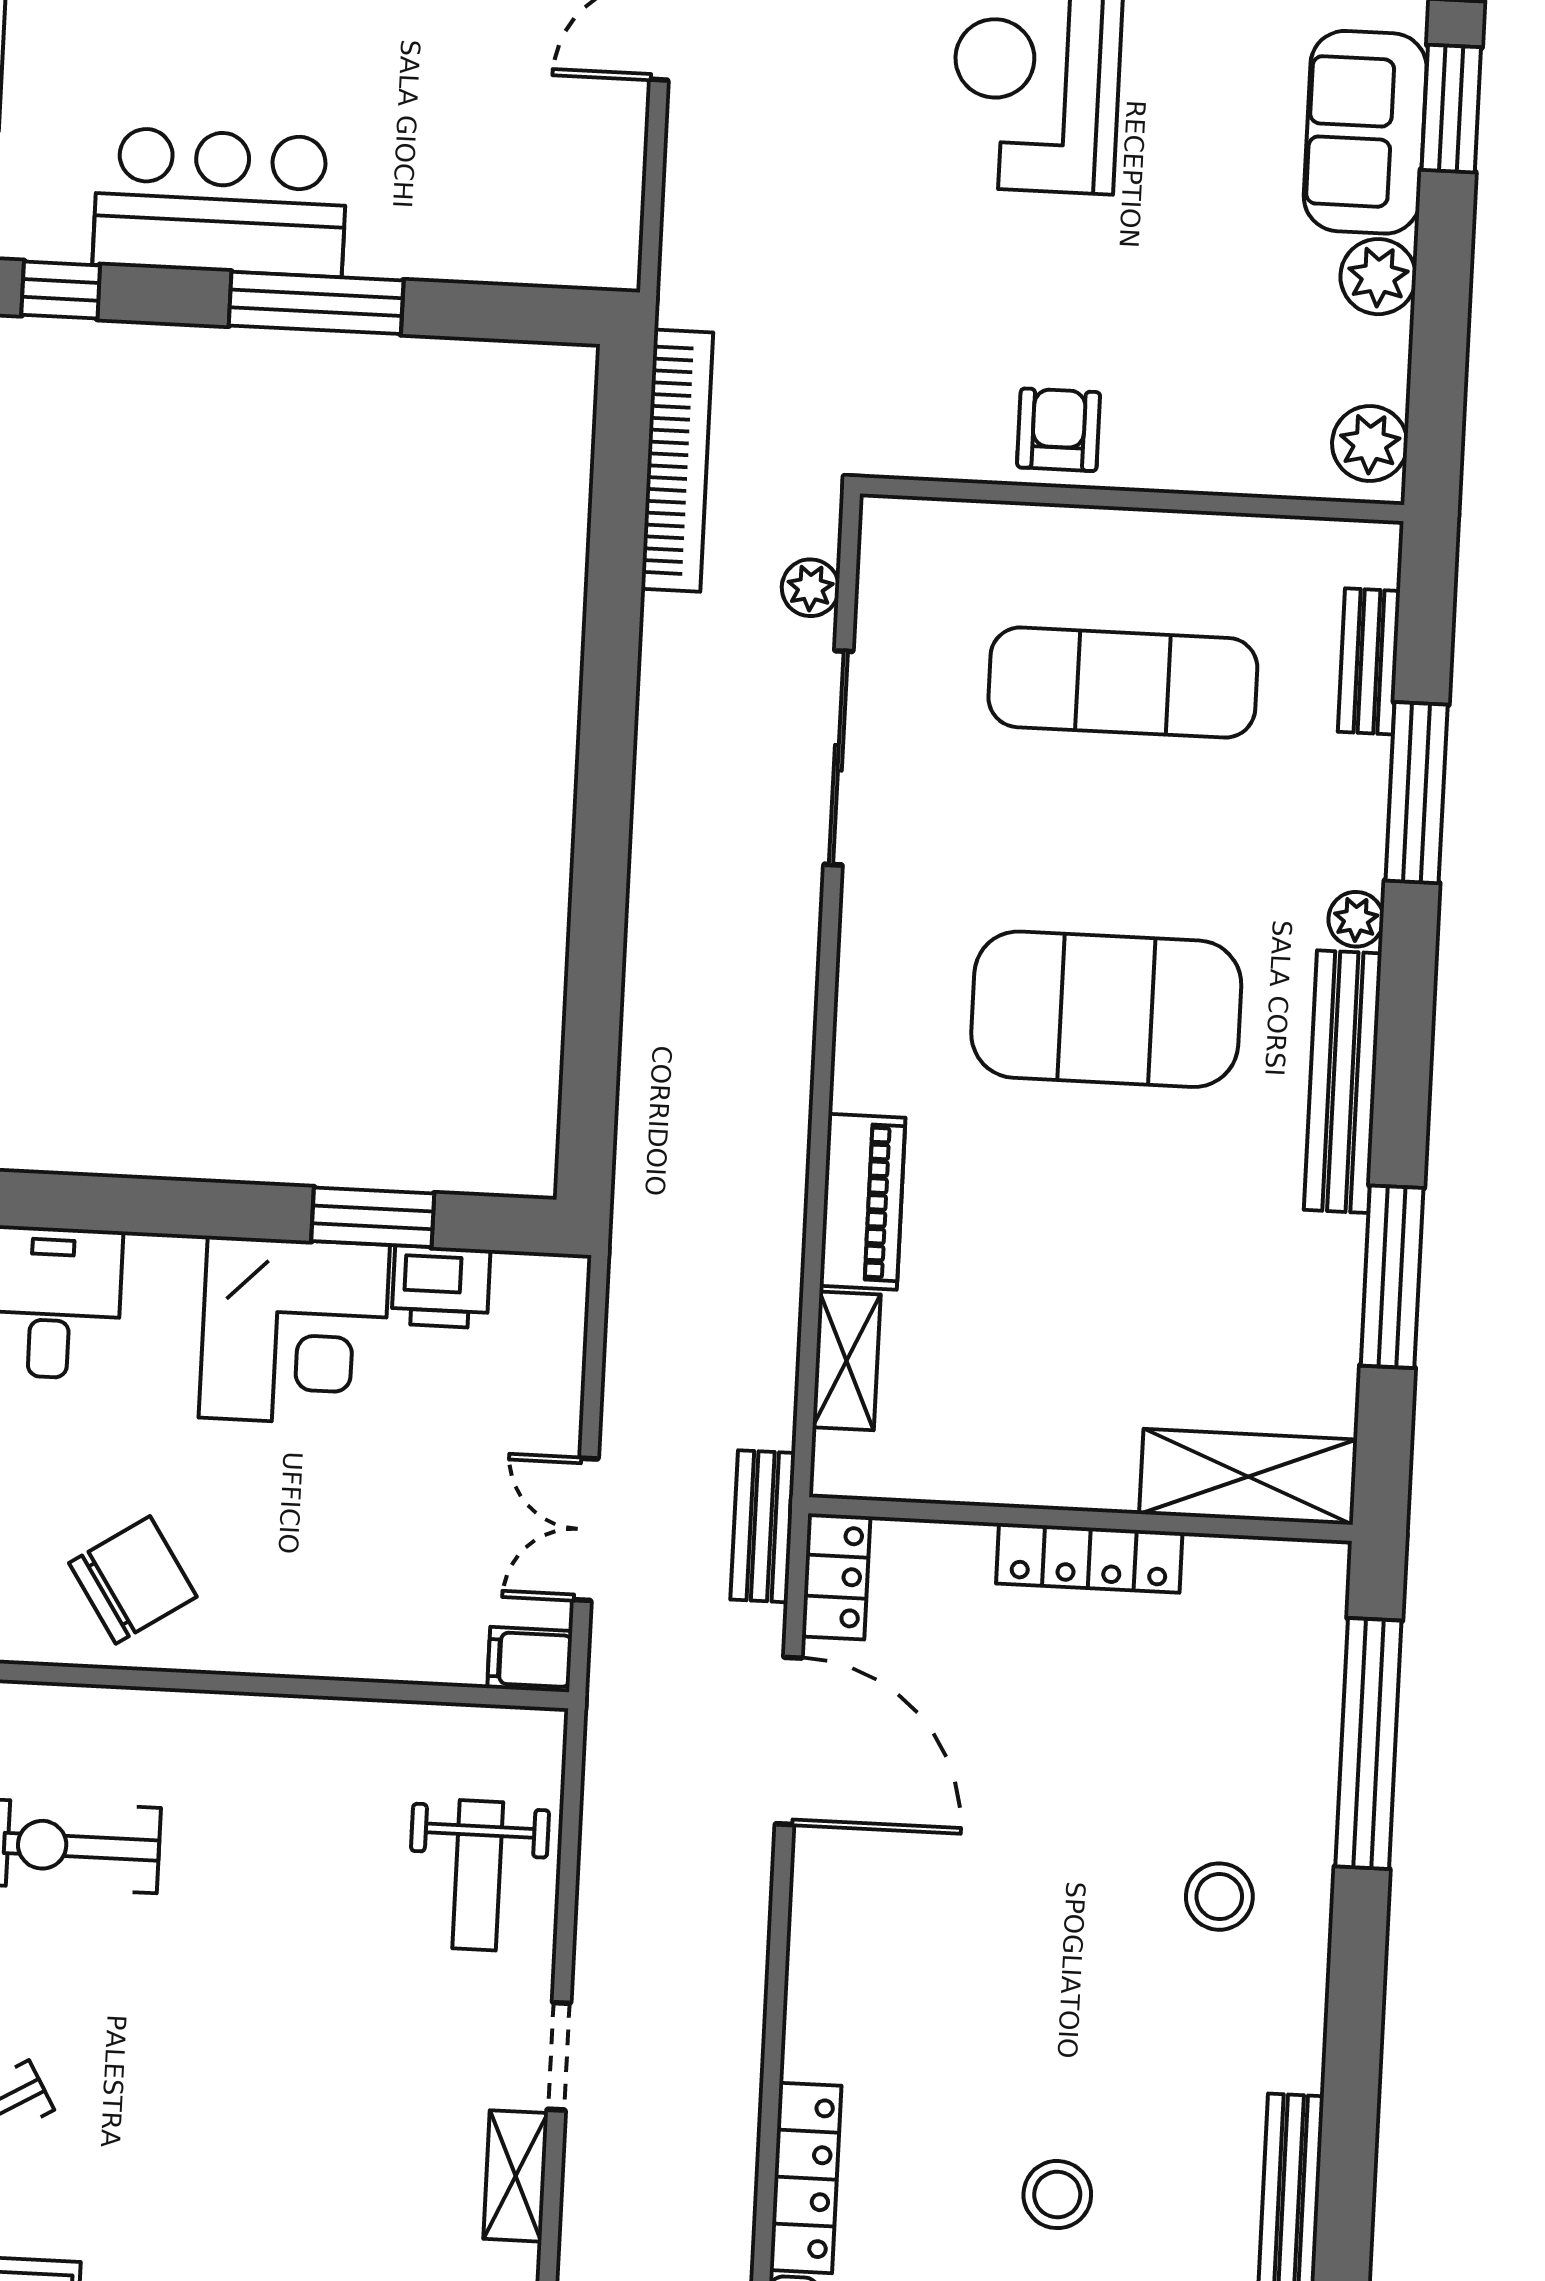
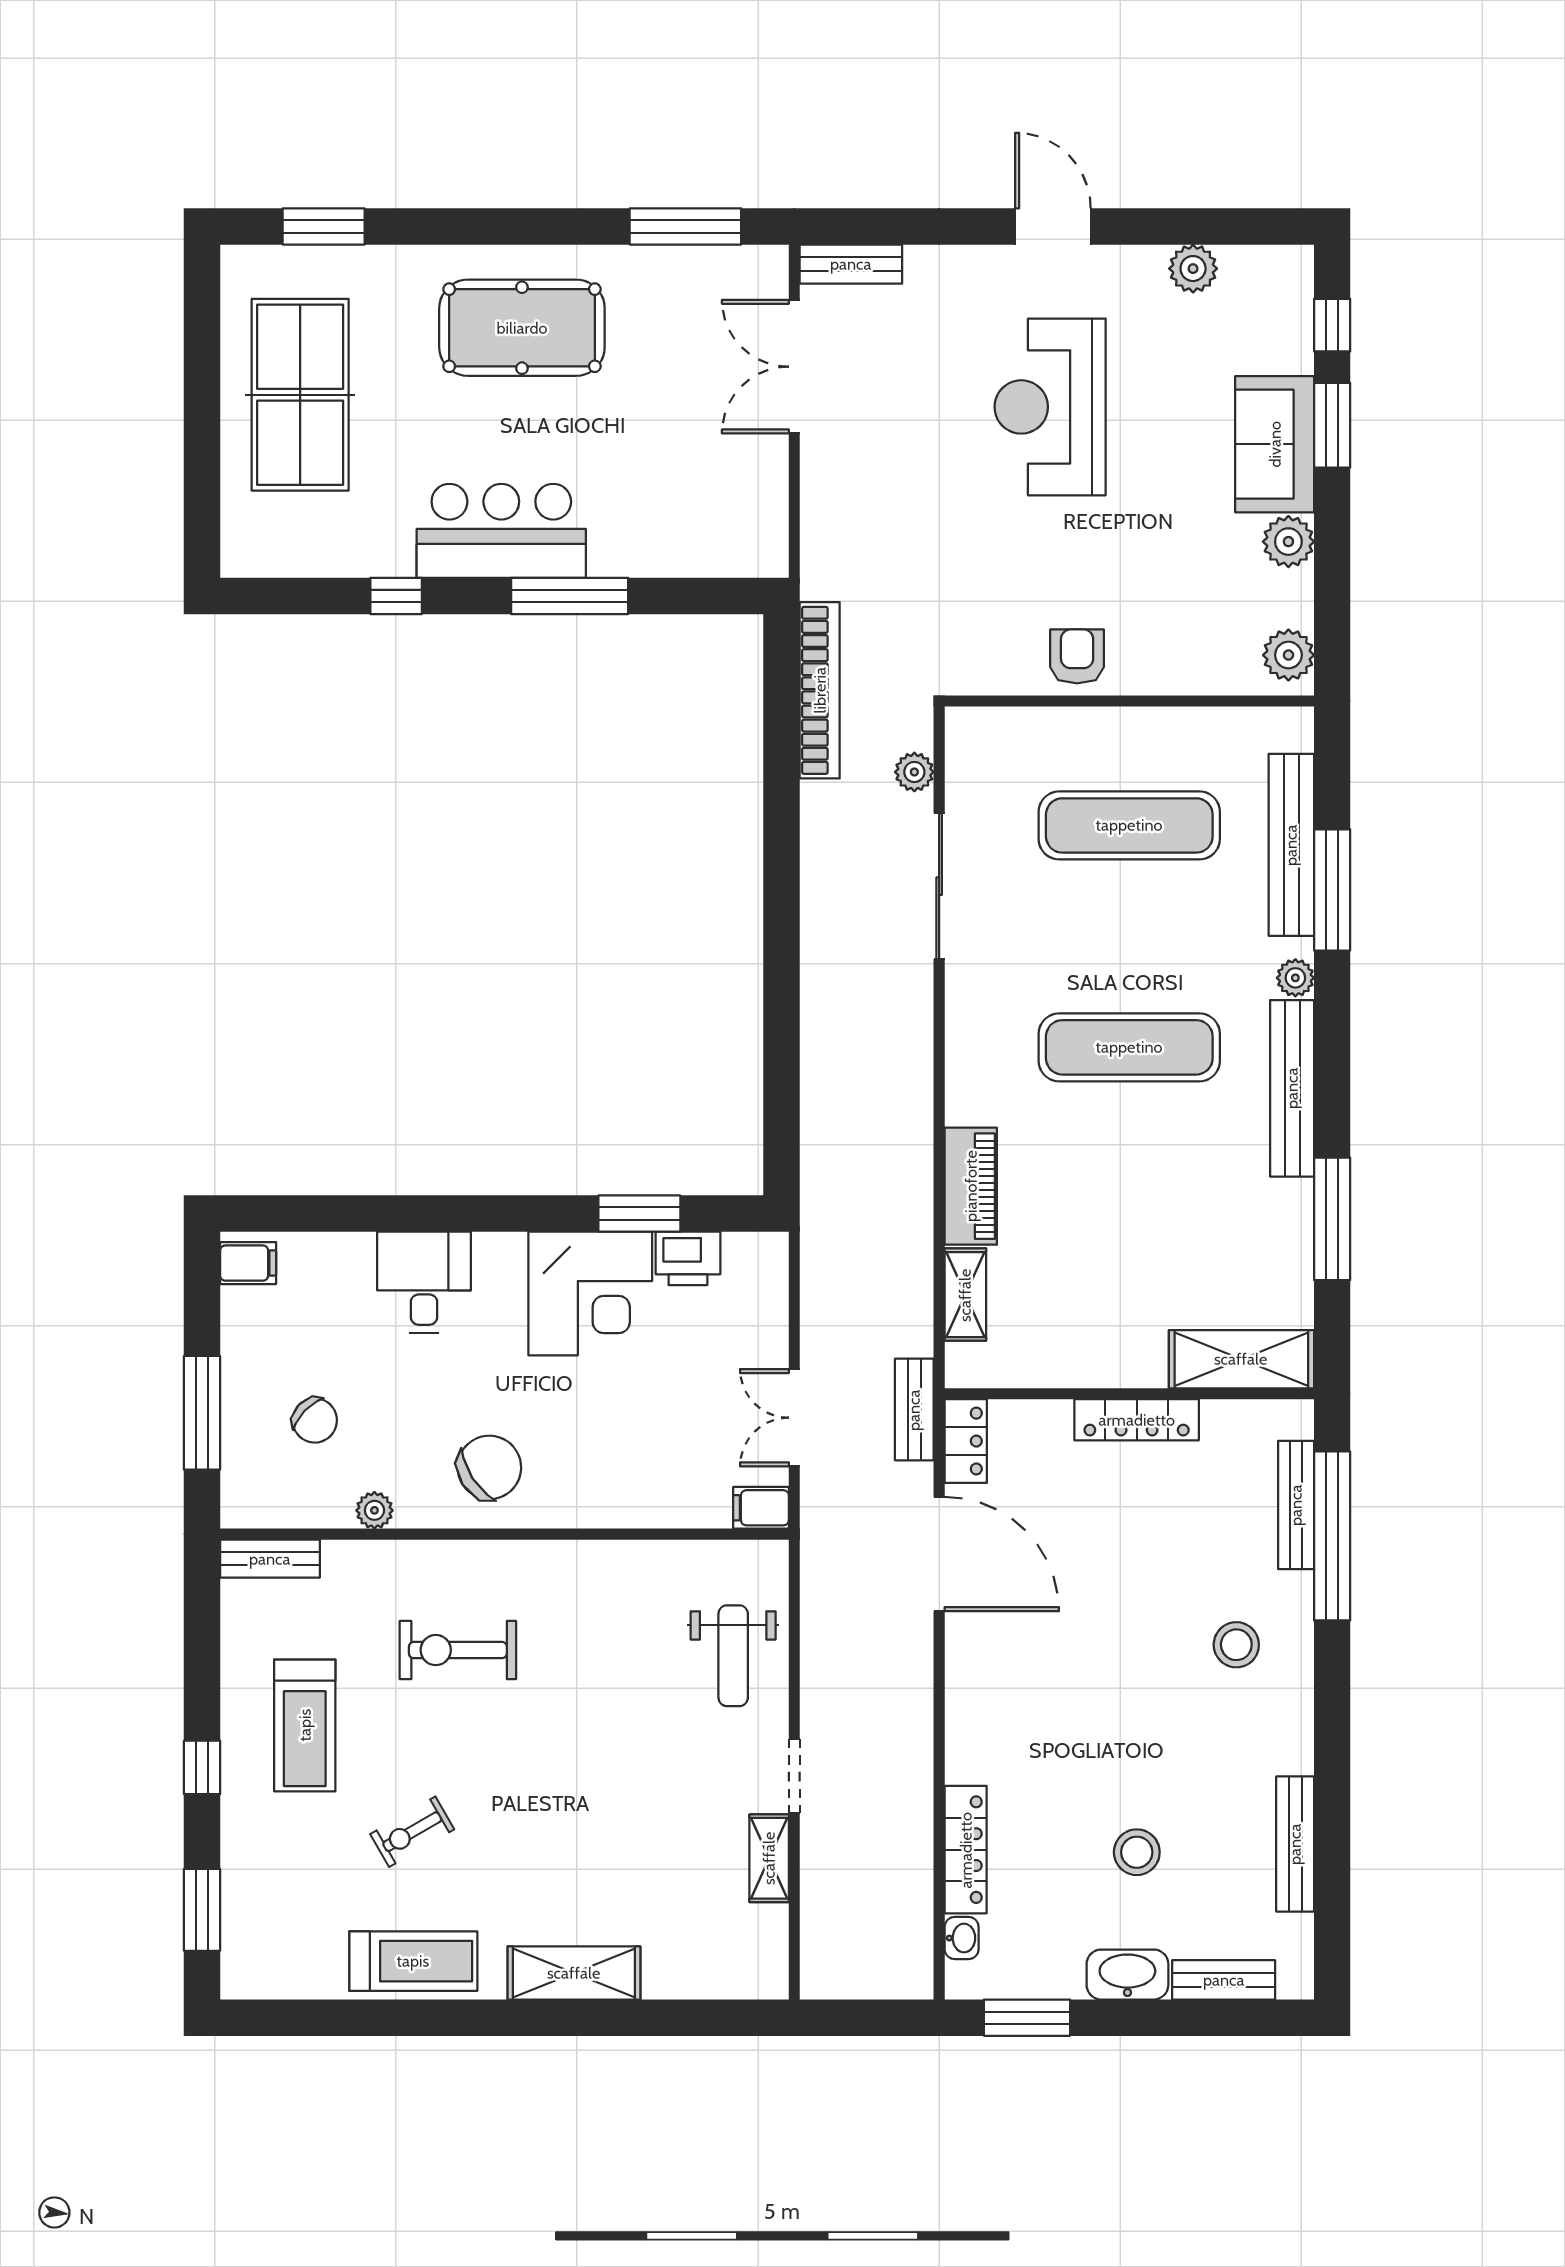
bench: (1369, 661) -> (1291, 845), width x1.86, depth x1.21
exercise mat: (1106, 1009) -> (1129, 1047), width x0.68
bench: (1318, 1695) -> (1296, 1505), added

